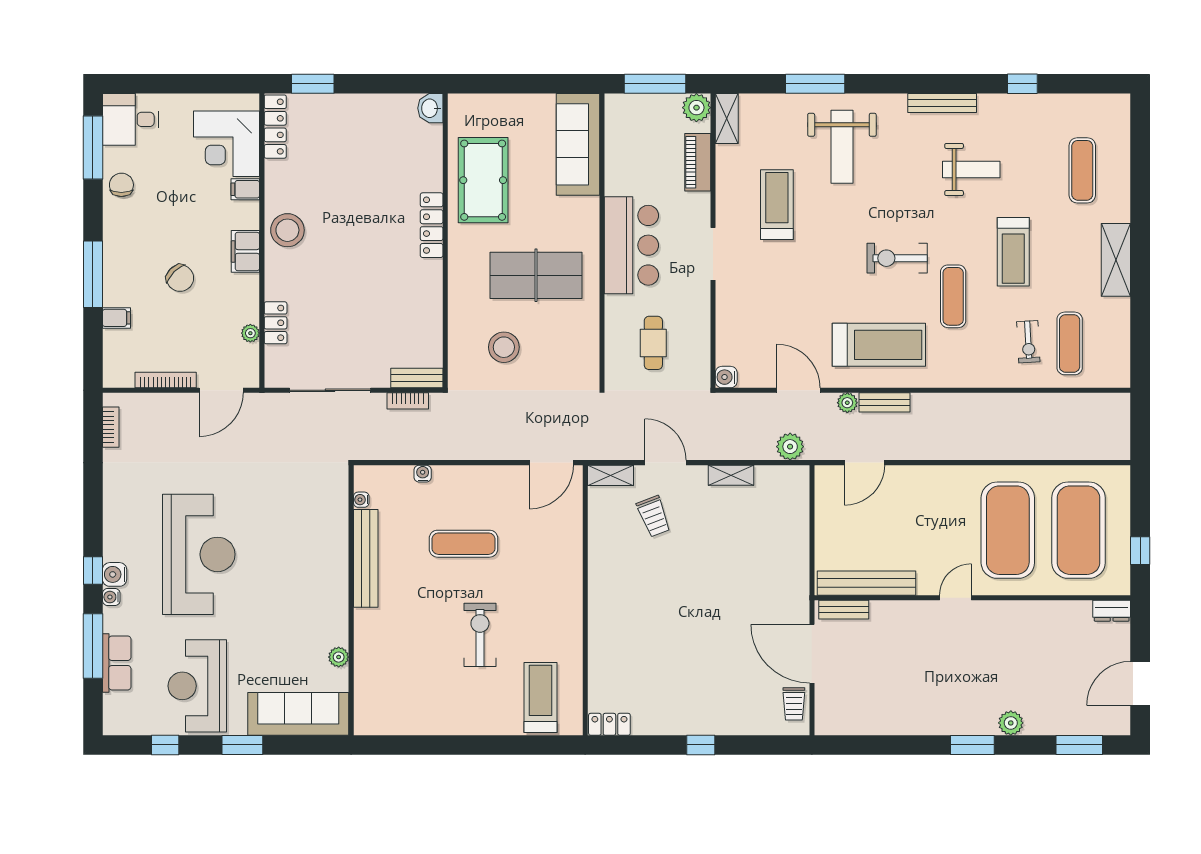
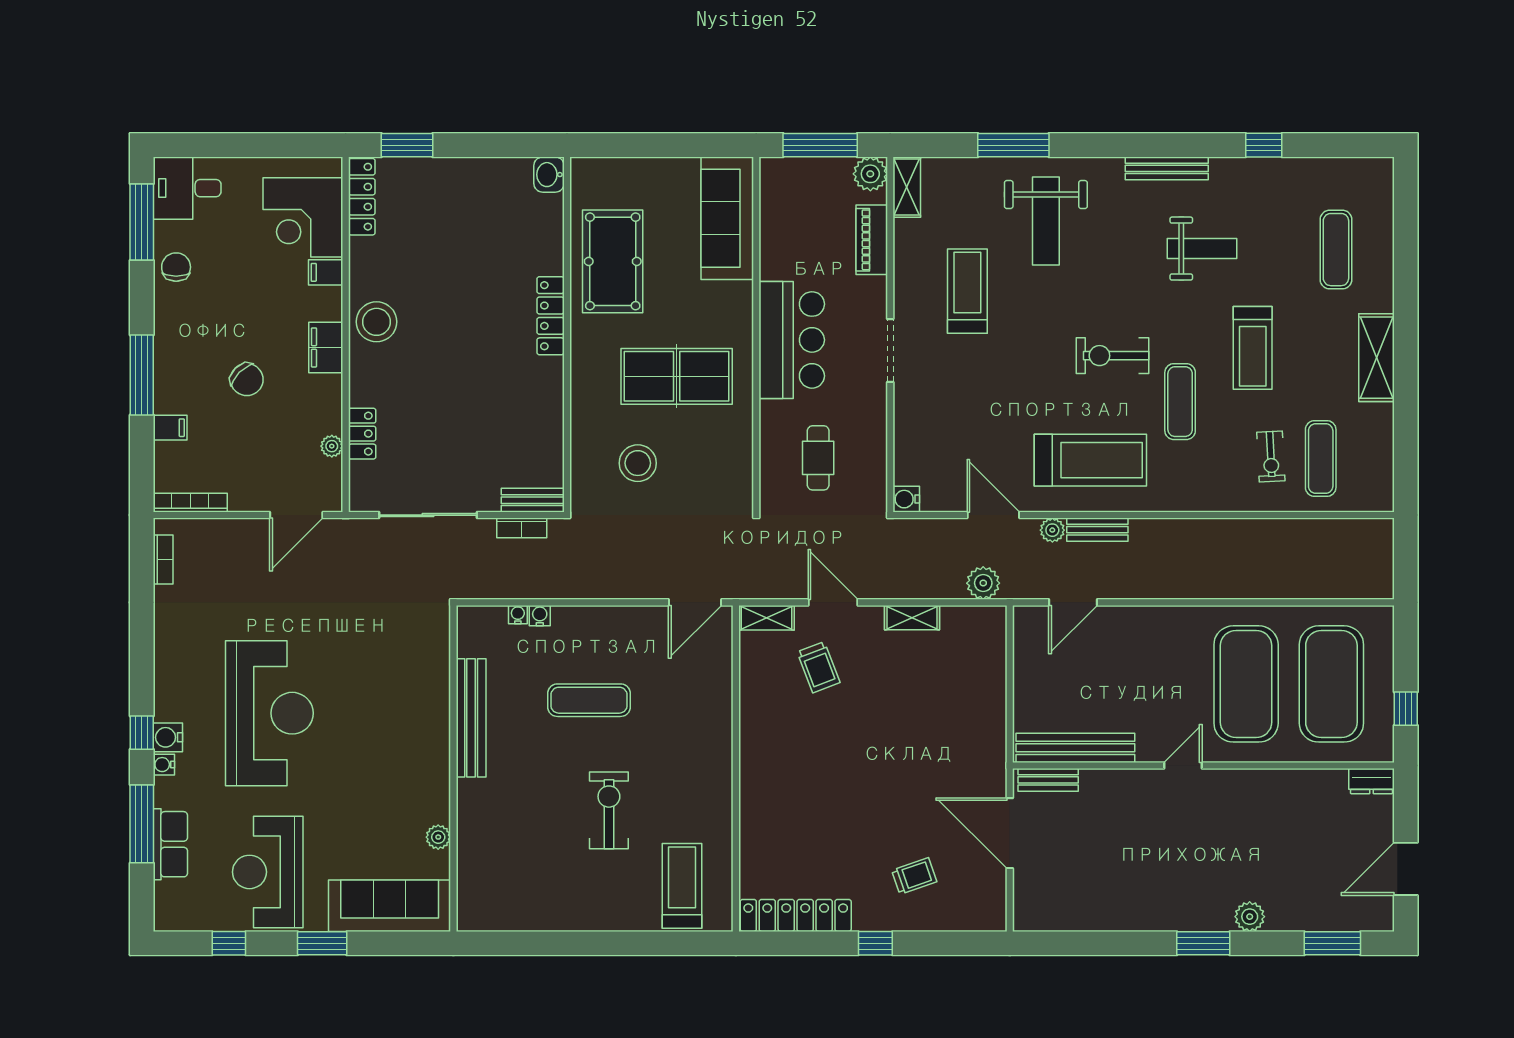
bookcase: (166, 380) -> (190, 503), moved
water cooler: (361, 500) -> (518, 615), moved, turned 90
trolley: (794, 704) -> (914, 876), moved, turned -109
locker: (609, 724) -> (796, 915), width x2.16, depth x1.21

